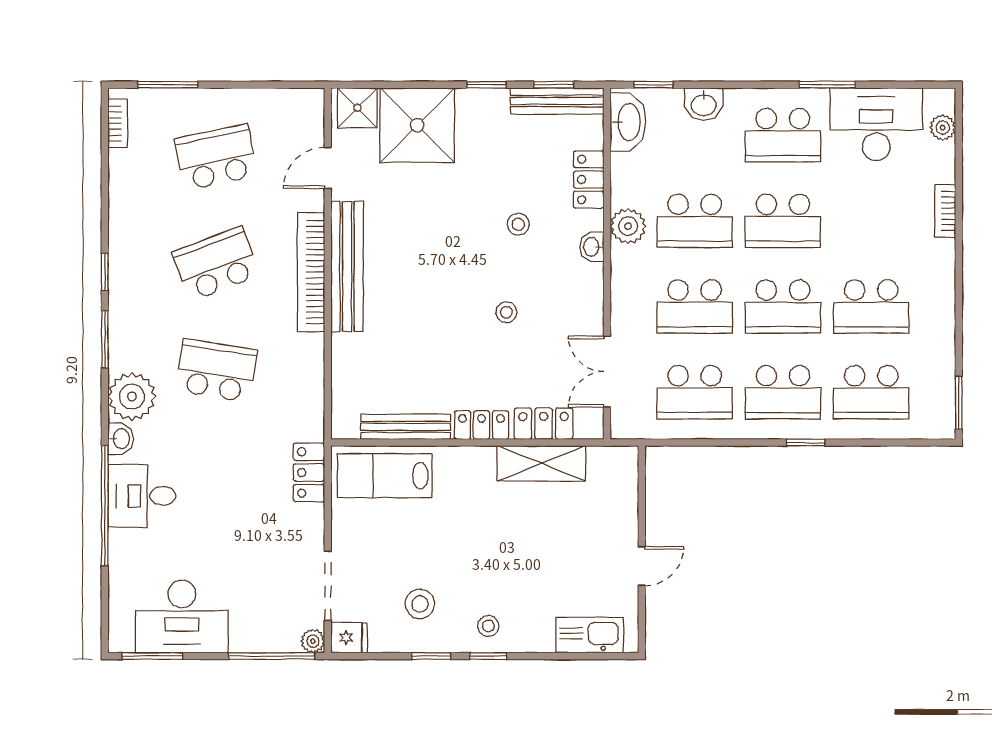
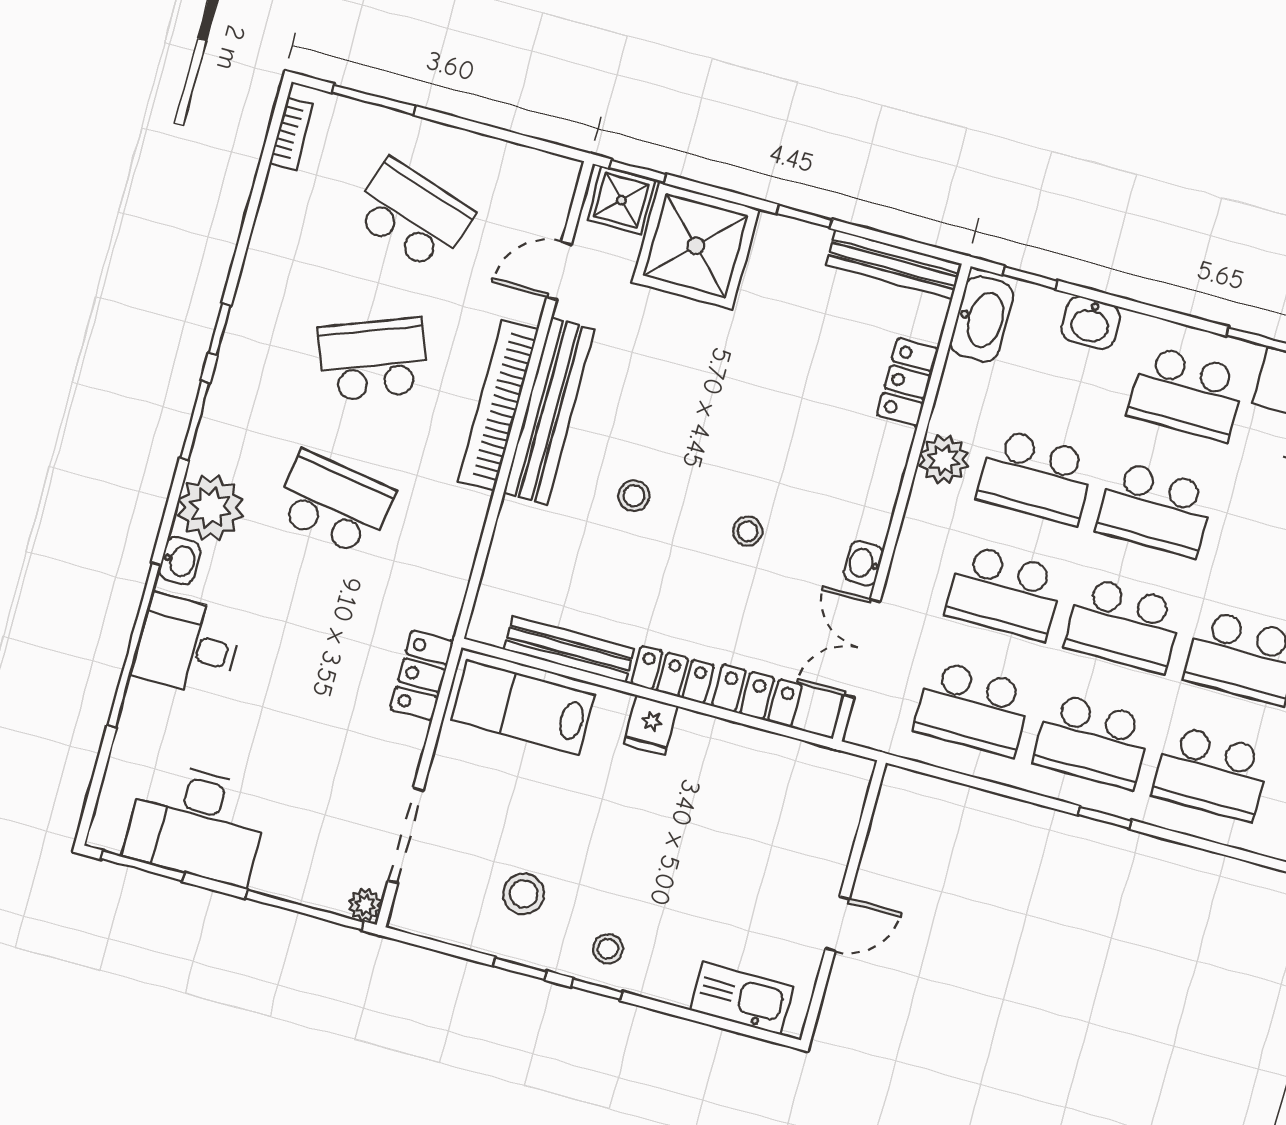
window: (554, 85) -> (638, 171), moved
school desk: (216, 157) -> (412, 215), turned 30
stool: (518, 224) -> (634, 496), moved
washbasin: (592, 247) -> (863, 563), moved
shelving: (541, 463) -> (739, 748), removed
fridge: (349, 638) -> (651, 725), moved, turned 90

